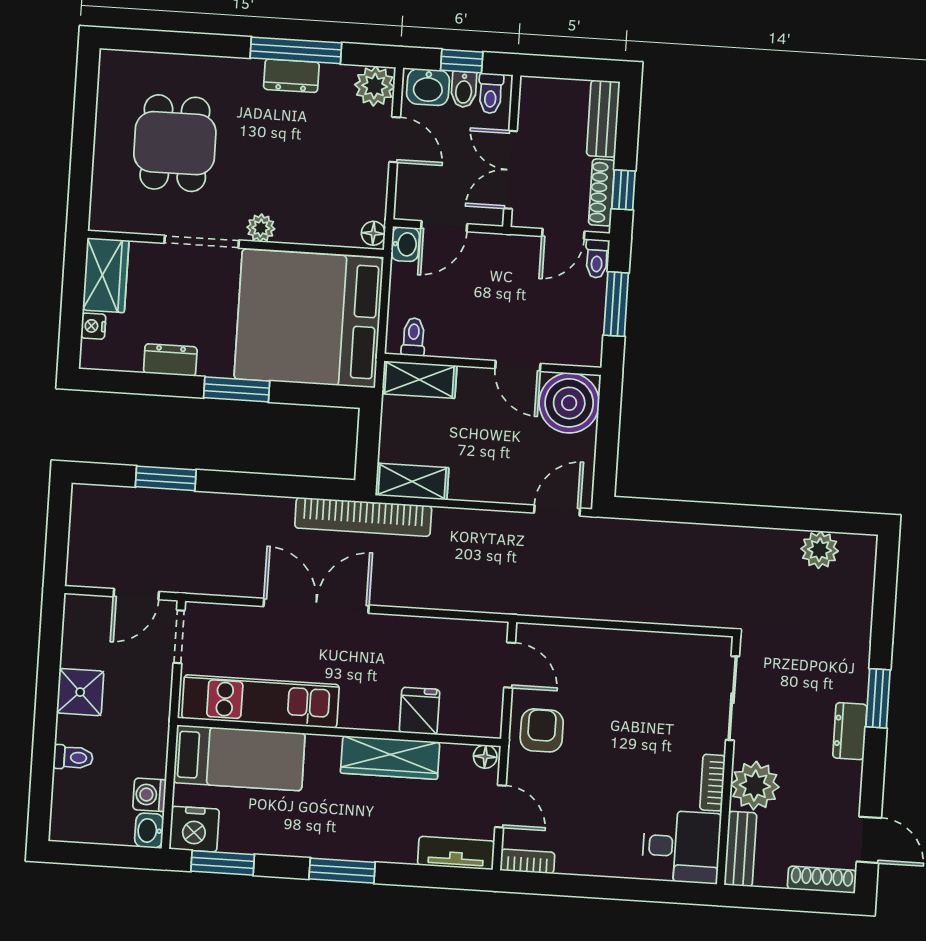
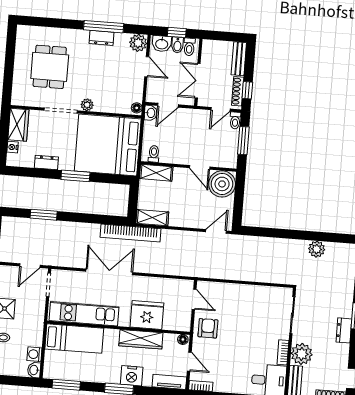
plant: (820, 550) -> (317, 249), moved
fridge: (419, 711) -> (147, 315), width x1.88, depth x1.34
nightstand: (194, 829) -> (132, 376), moved

